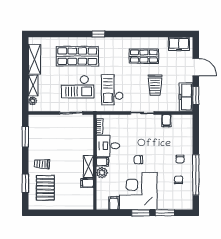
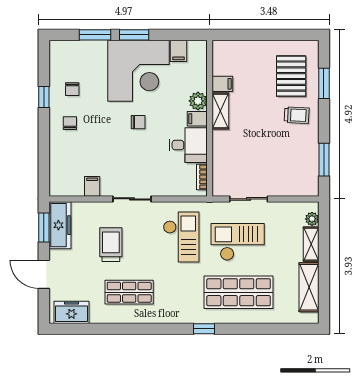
window: (196, 175) -> (44, 97), width x0.32

